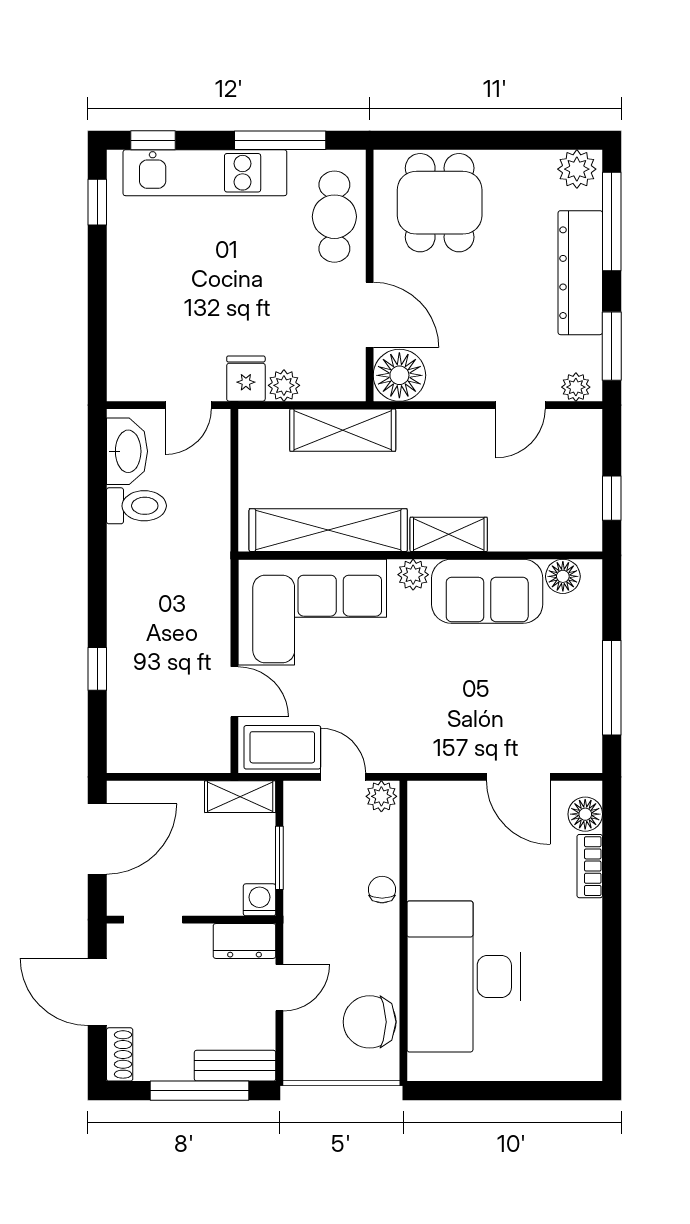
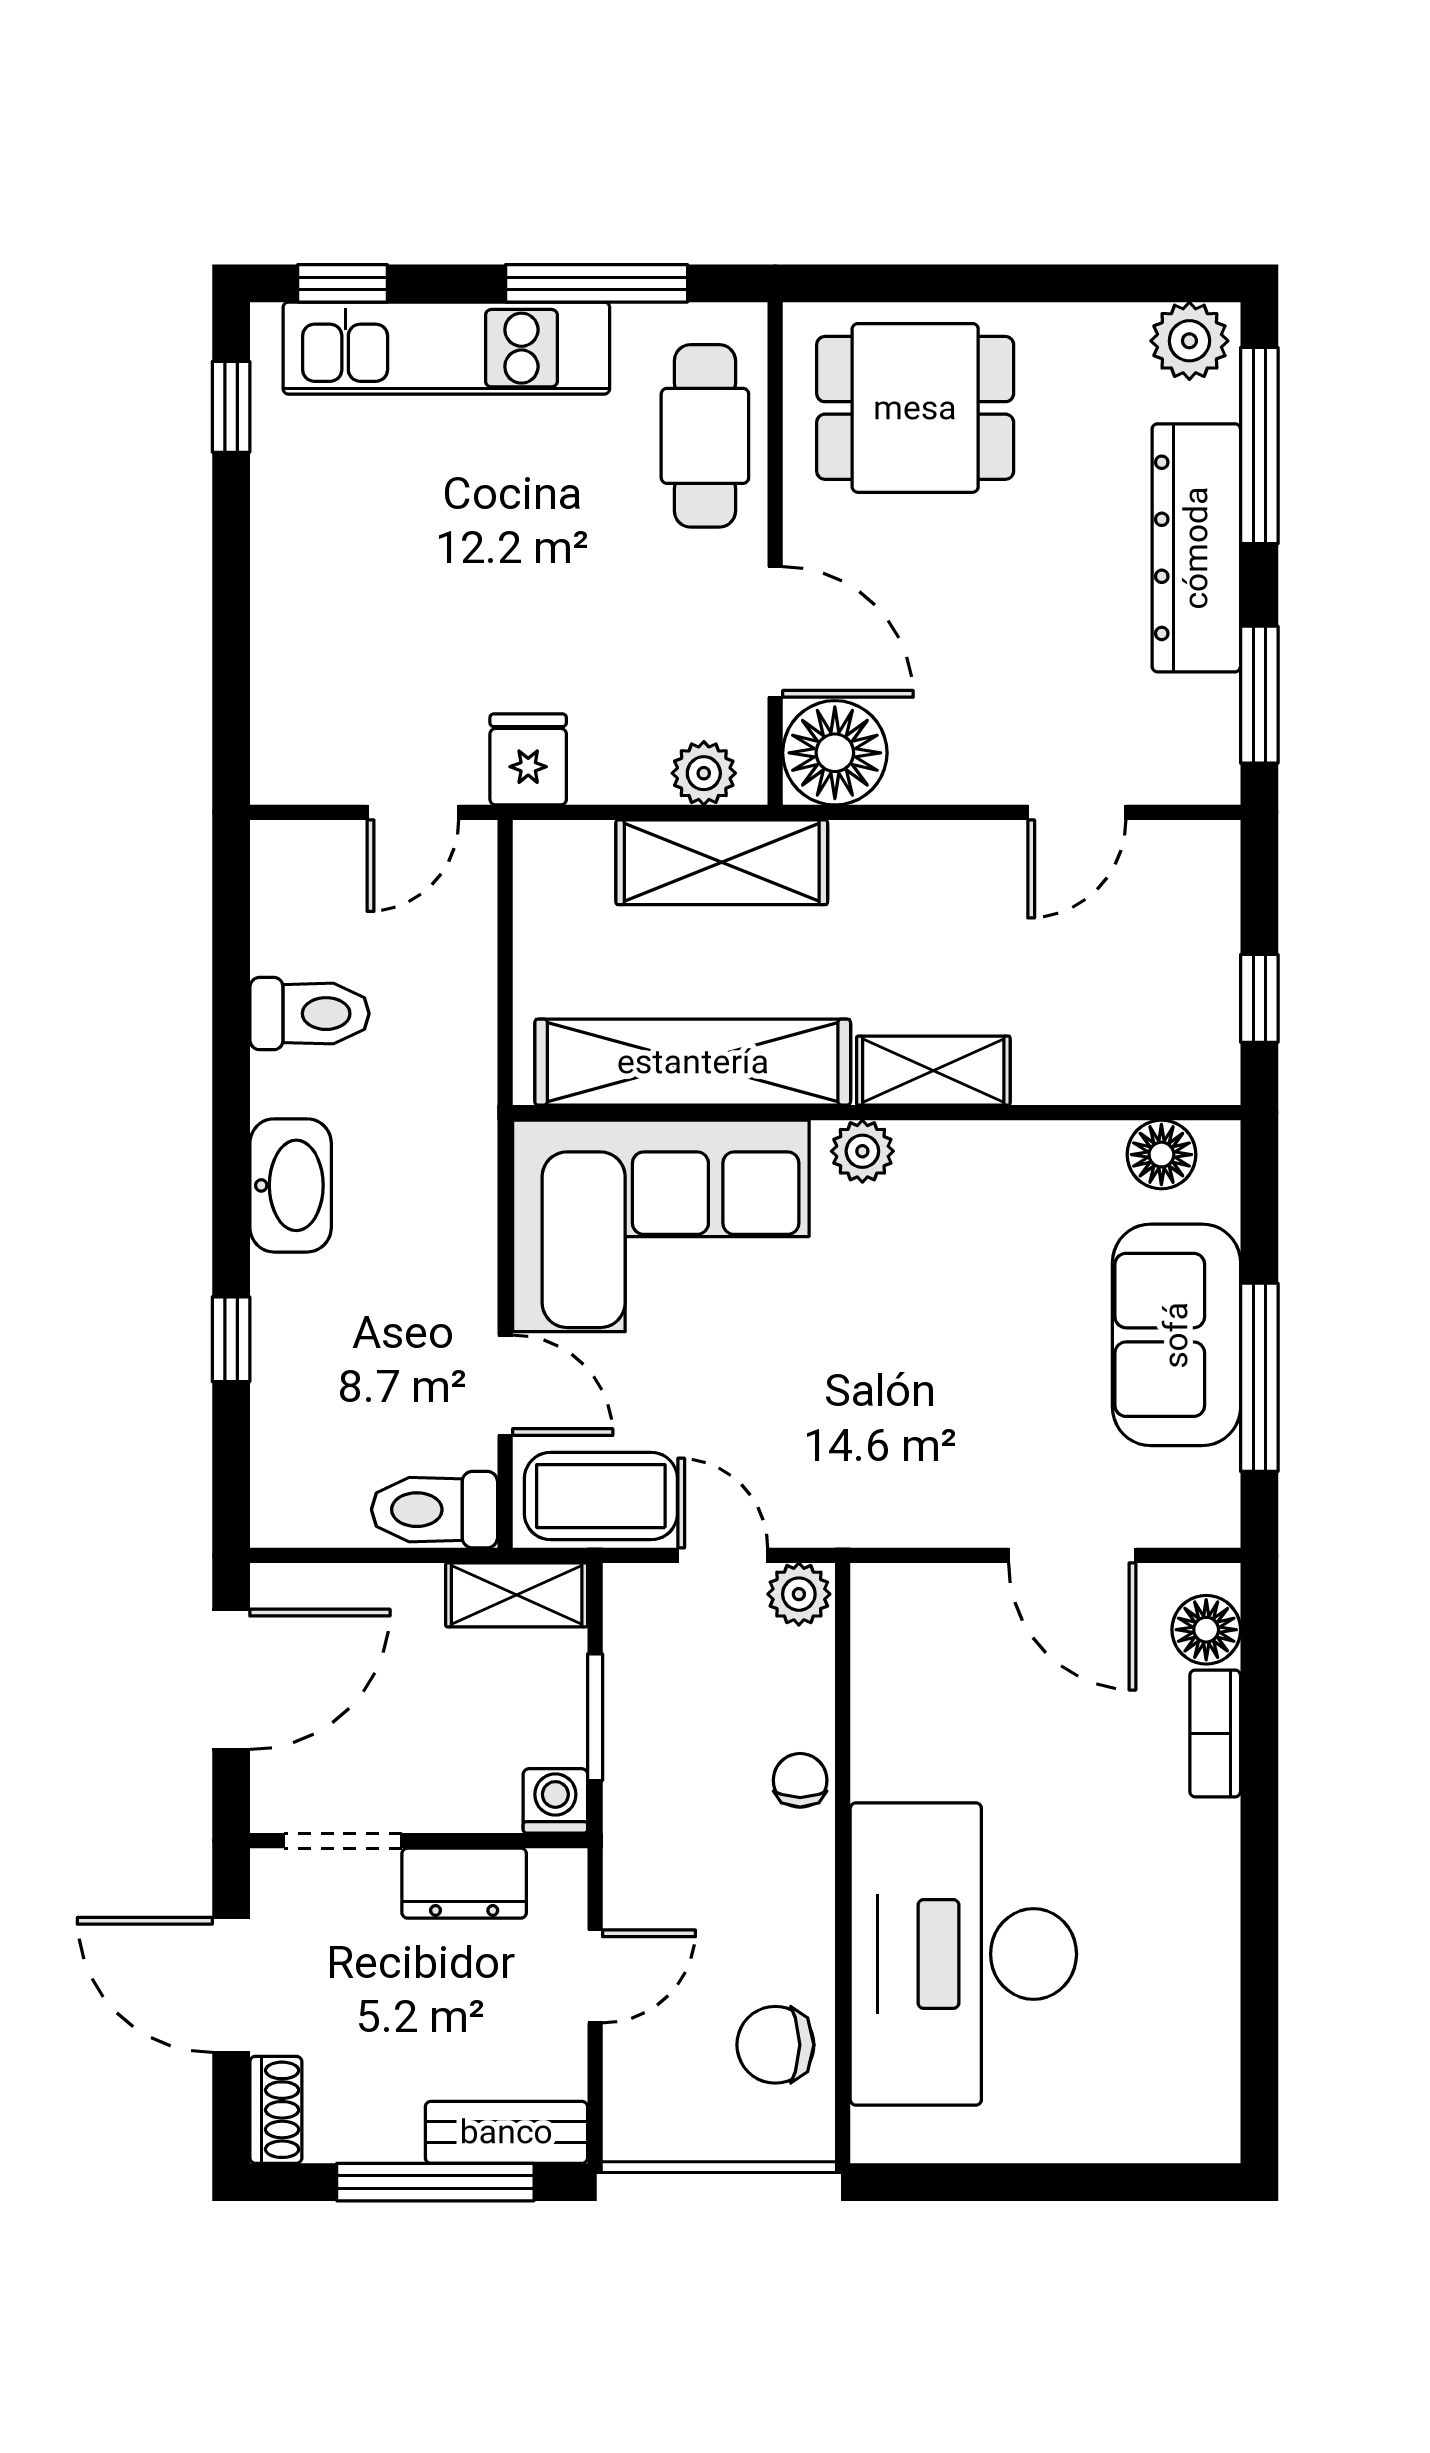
dining table: (440, 203) -> (915, 408), turned 90
plant: (284, 385) -> (704, 773), moved
plant: (576, 387) -> (1187, 776), removed
washbasin: (127, 451) -> (291, 1185), moved
sofa: (487, 591) -> (1176, 1335), moved, turned 90
toilet: (199, 754) -> (434, 1510), added
dresser: (244, 941) -> (464, 1883), moved
chair: (370, 1022) -> (775, 2045), width x0.73, depth x0.73

